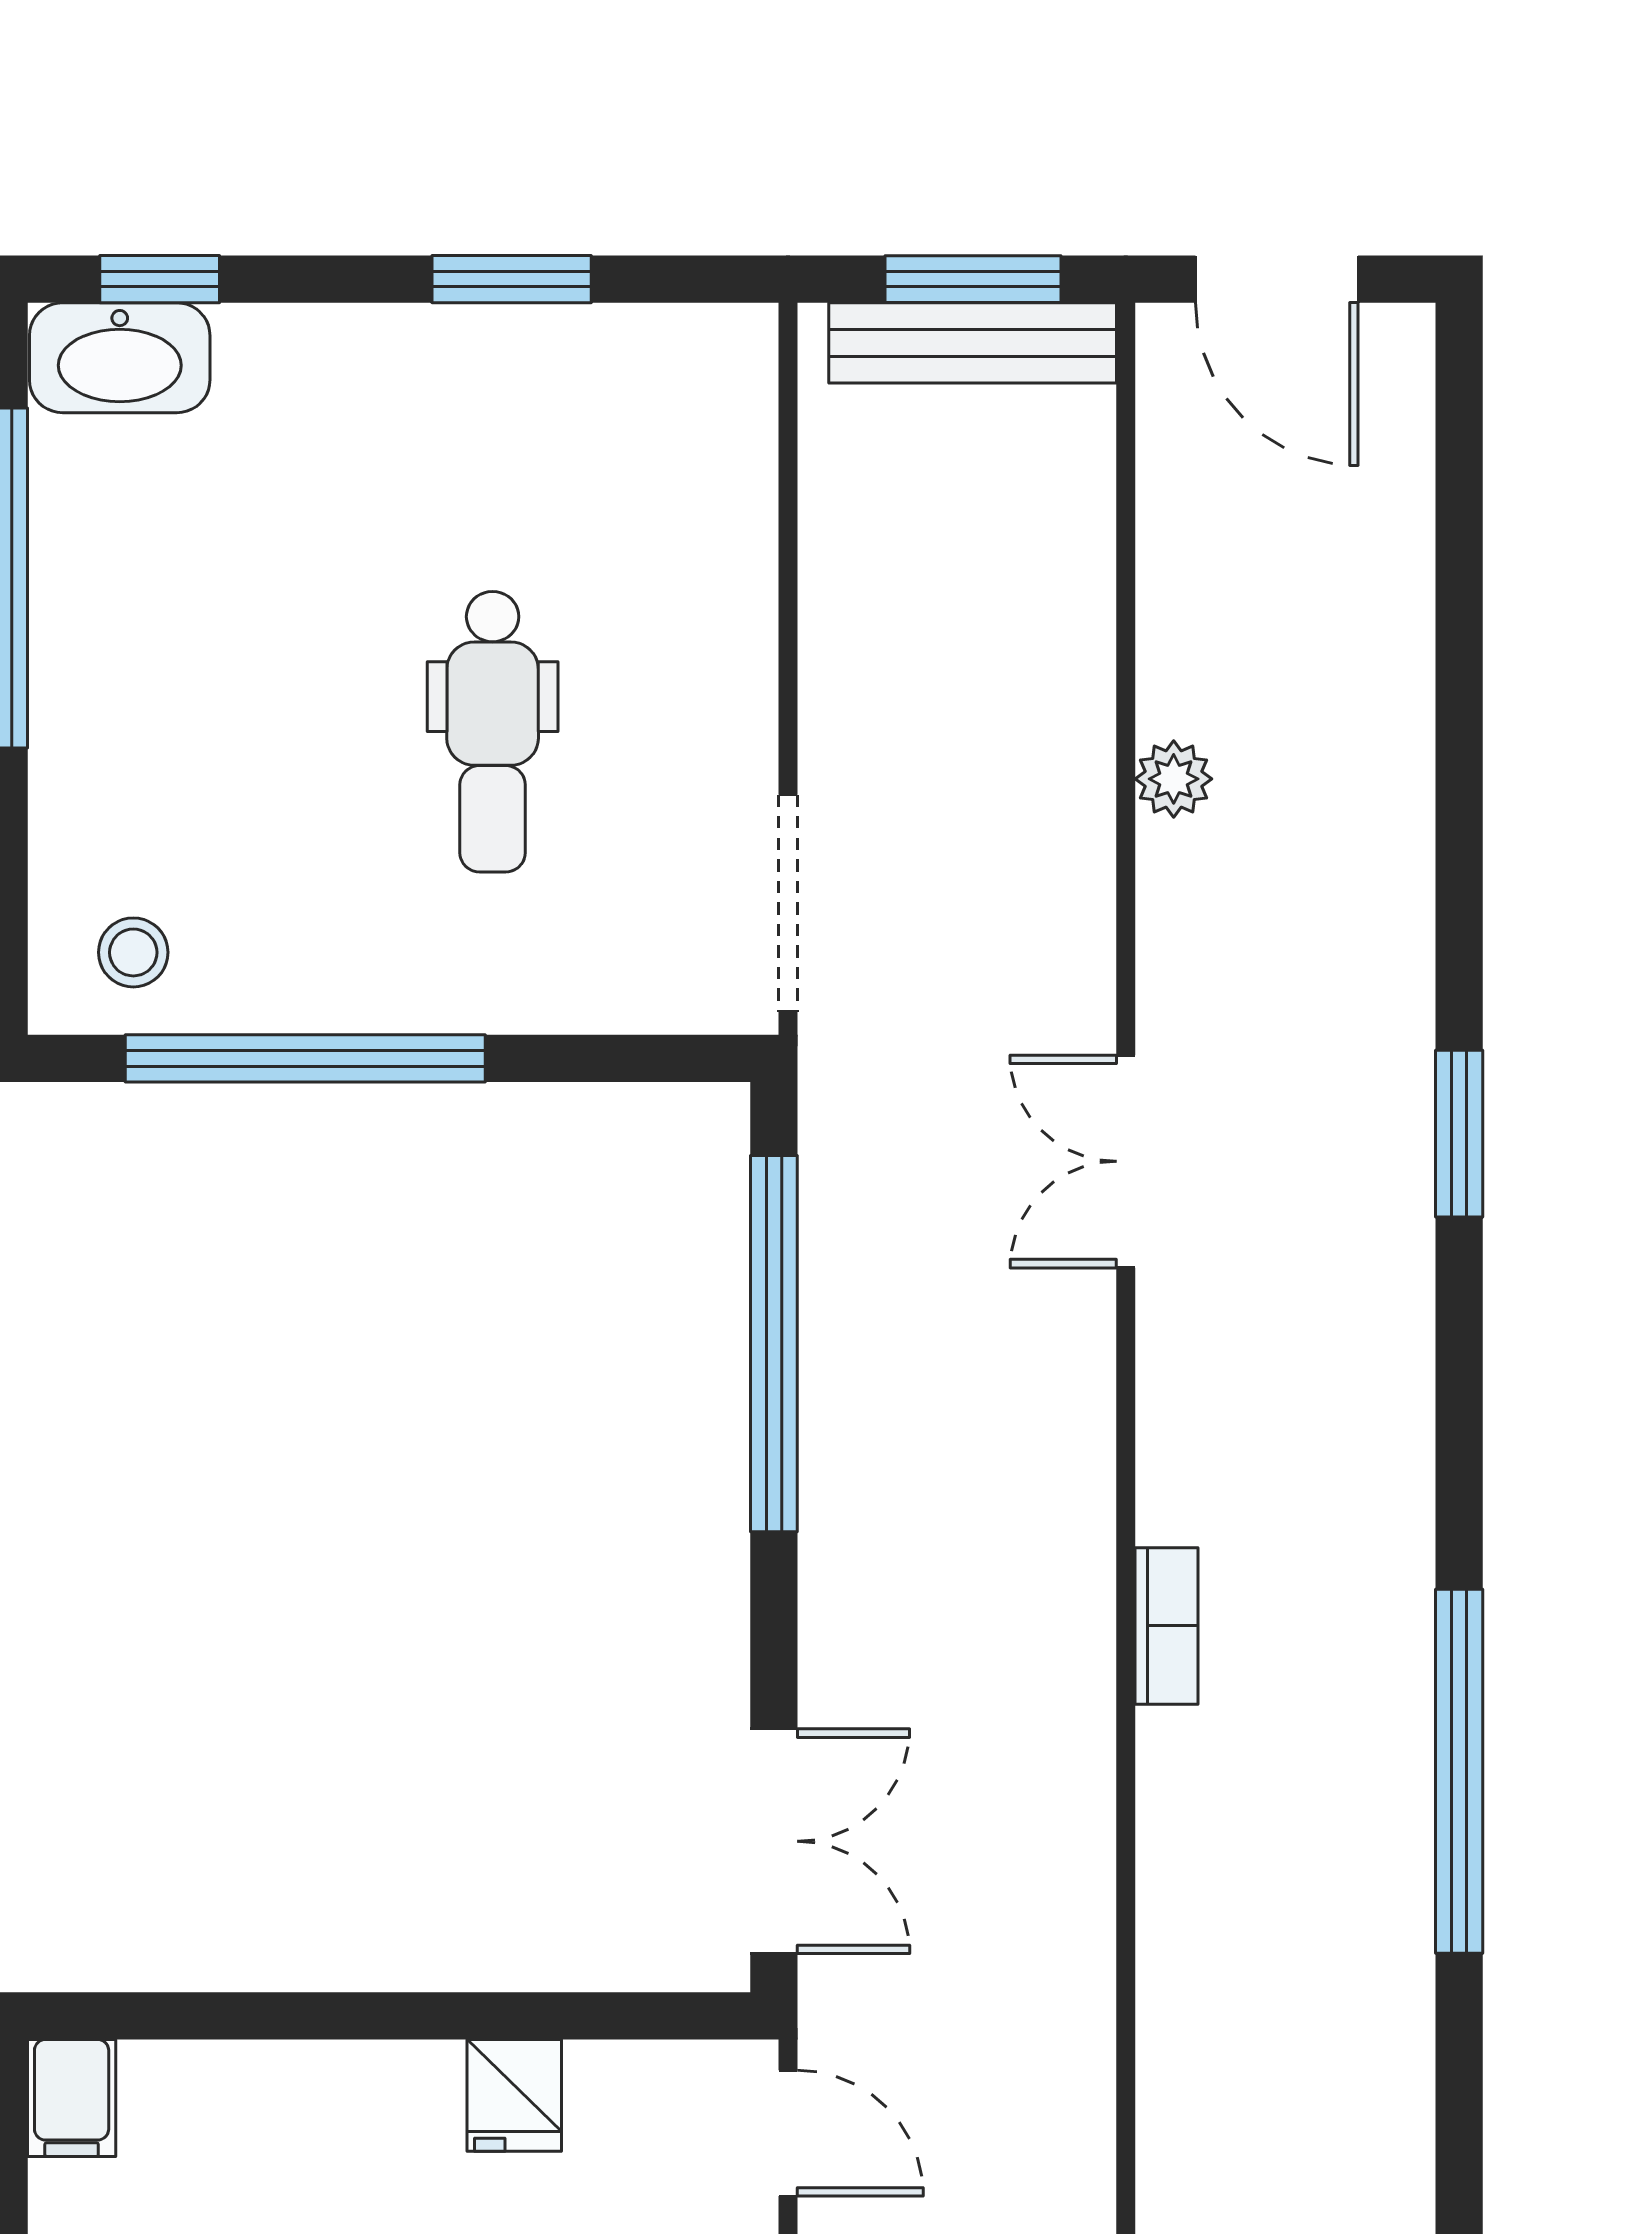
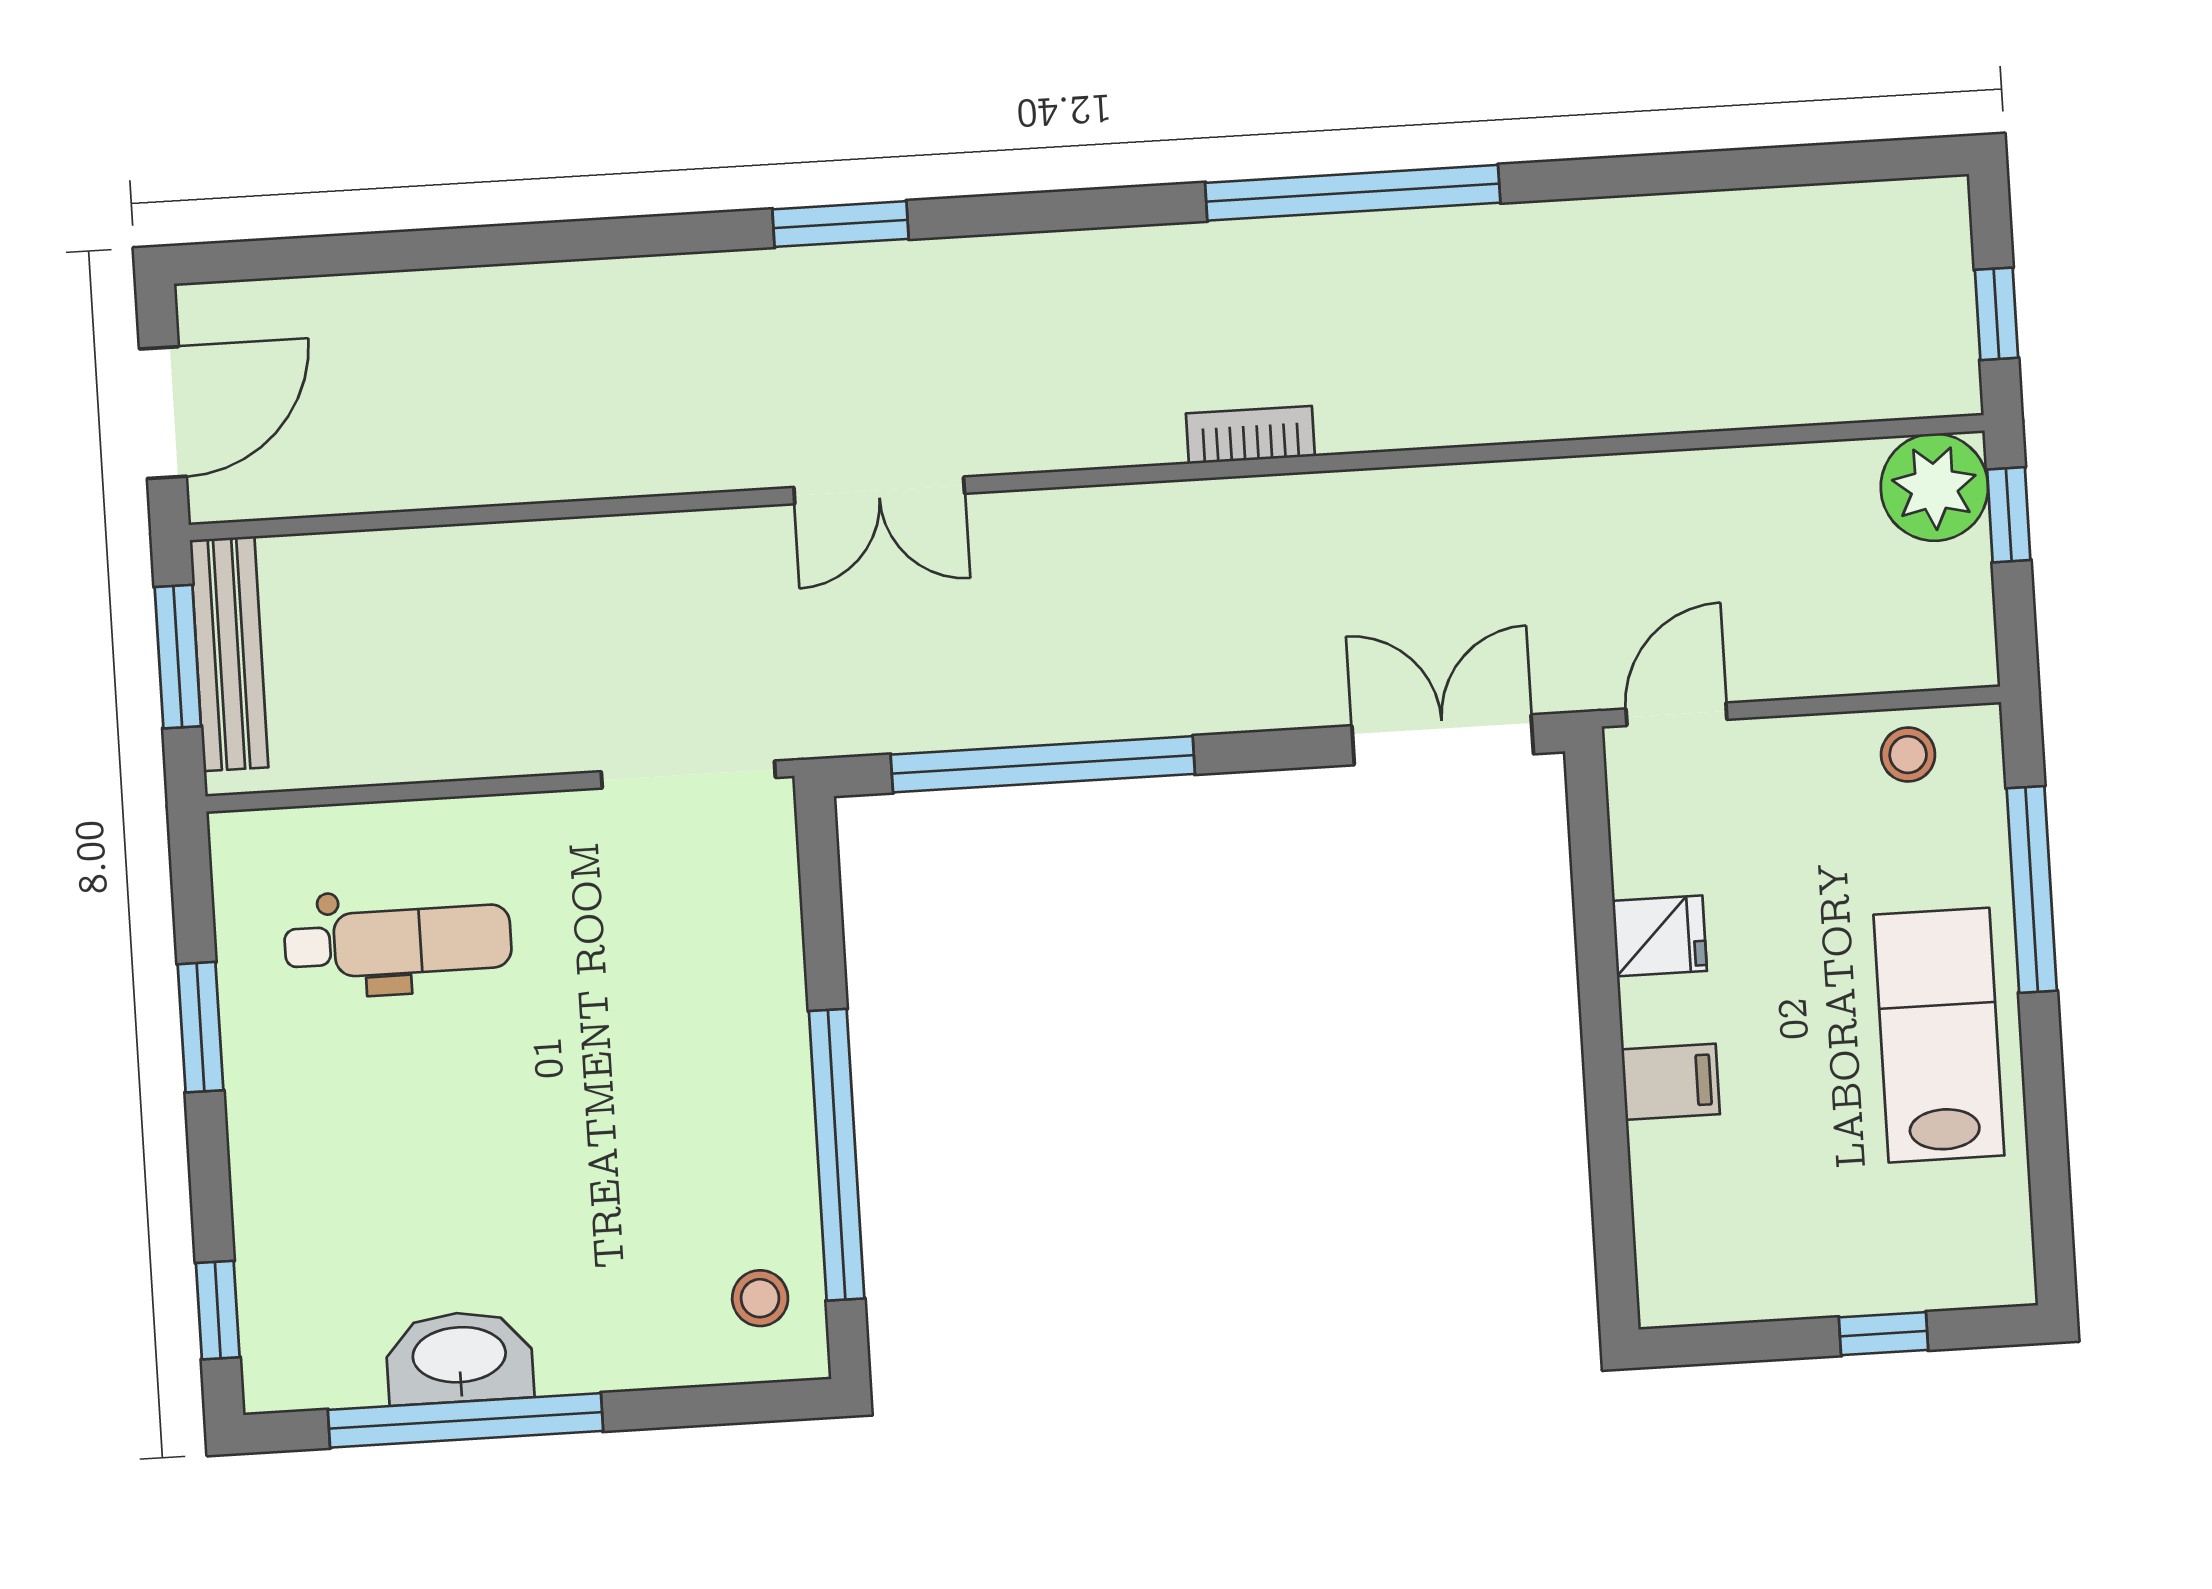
washbasin: (120, 358) -> (459, 1357), moved, turned -90
dental chair: (493, 732) -> (398, 942), moved
plant: (1174, 779) -> (570, 471), removed
filing cabinet: (72, 2098) -> (1671, 1082), moved

